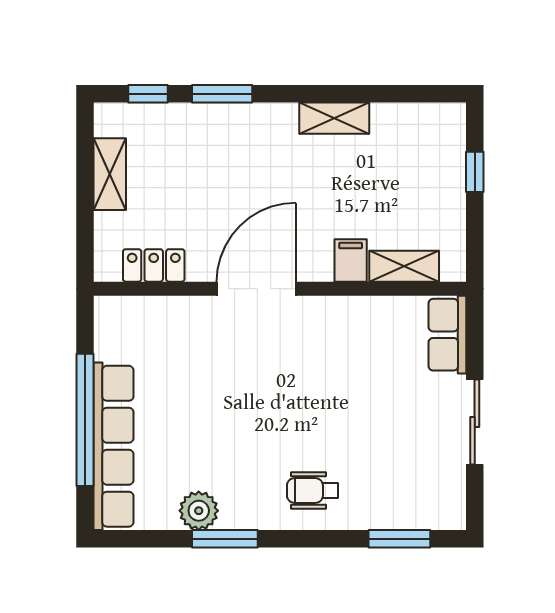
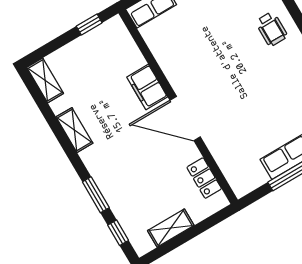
window: (475, 172) -> (89, 25), moved
filing cabinet: (351, 260) -> (147, 87), width x2.00
shelving: (404, 266) -> (45, 80), moved

